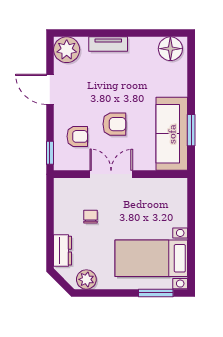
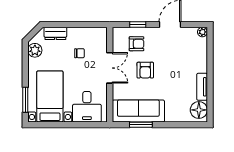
tv unit: (108, 44) -> (202, 87), moved
plant: (67, 50) -> (202, 32), width x0.53, depth x0.53
armchair: (77, 136) -> (137, 44), turned -90
window: (50, 153) -> (138, 24), moved
desk: (166, 206) -> (87, 107), added

